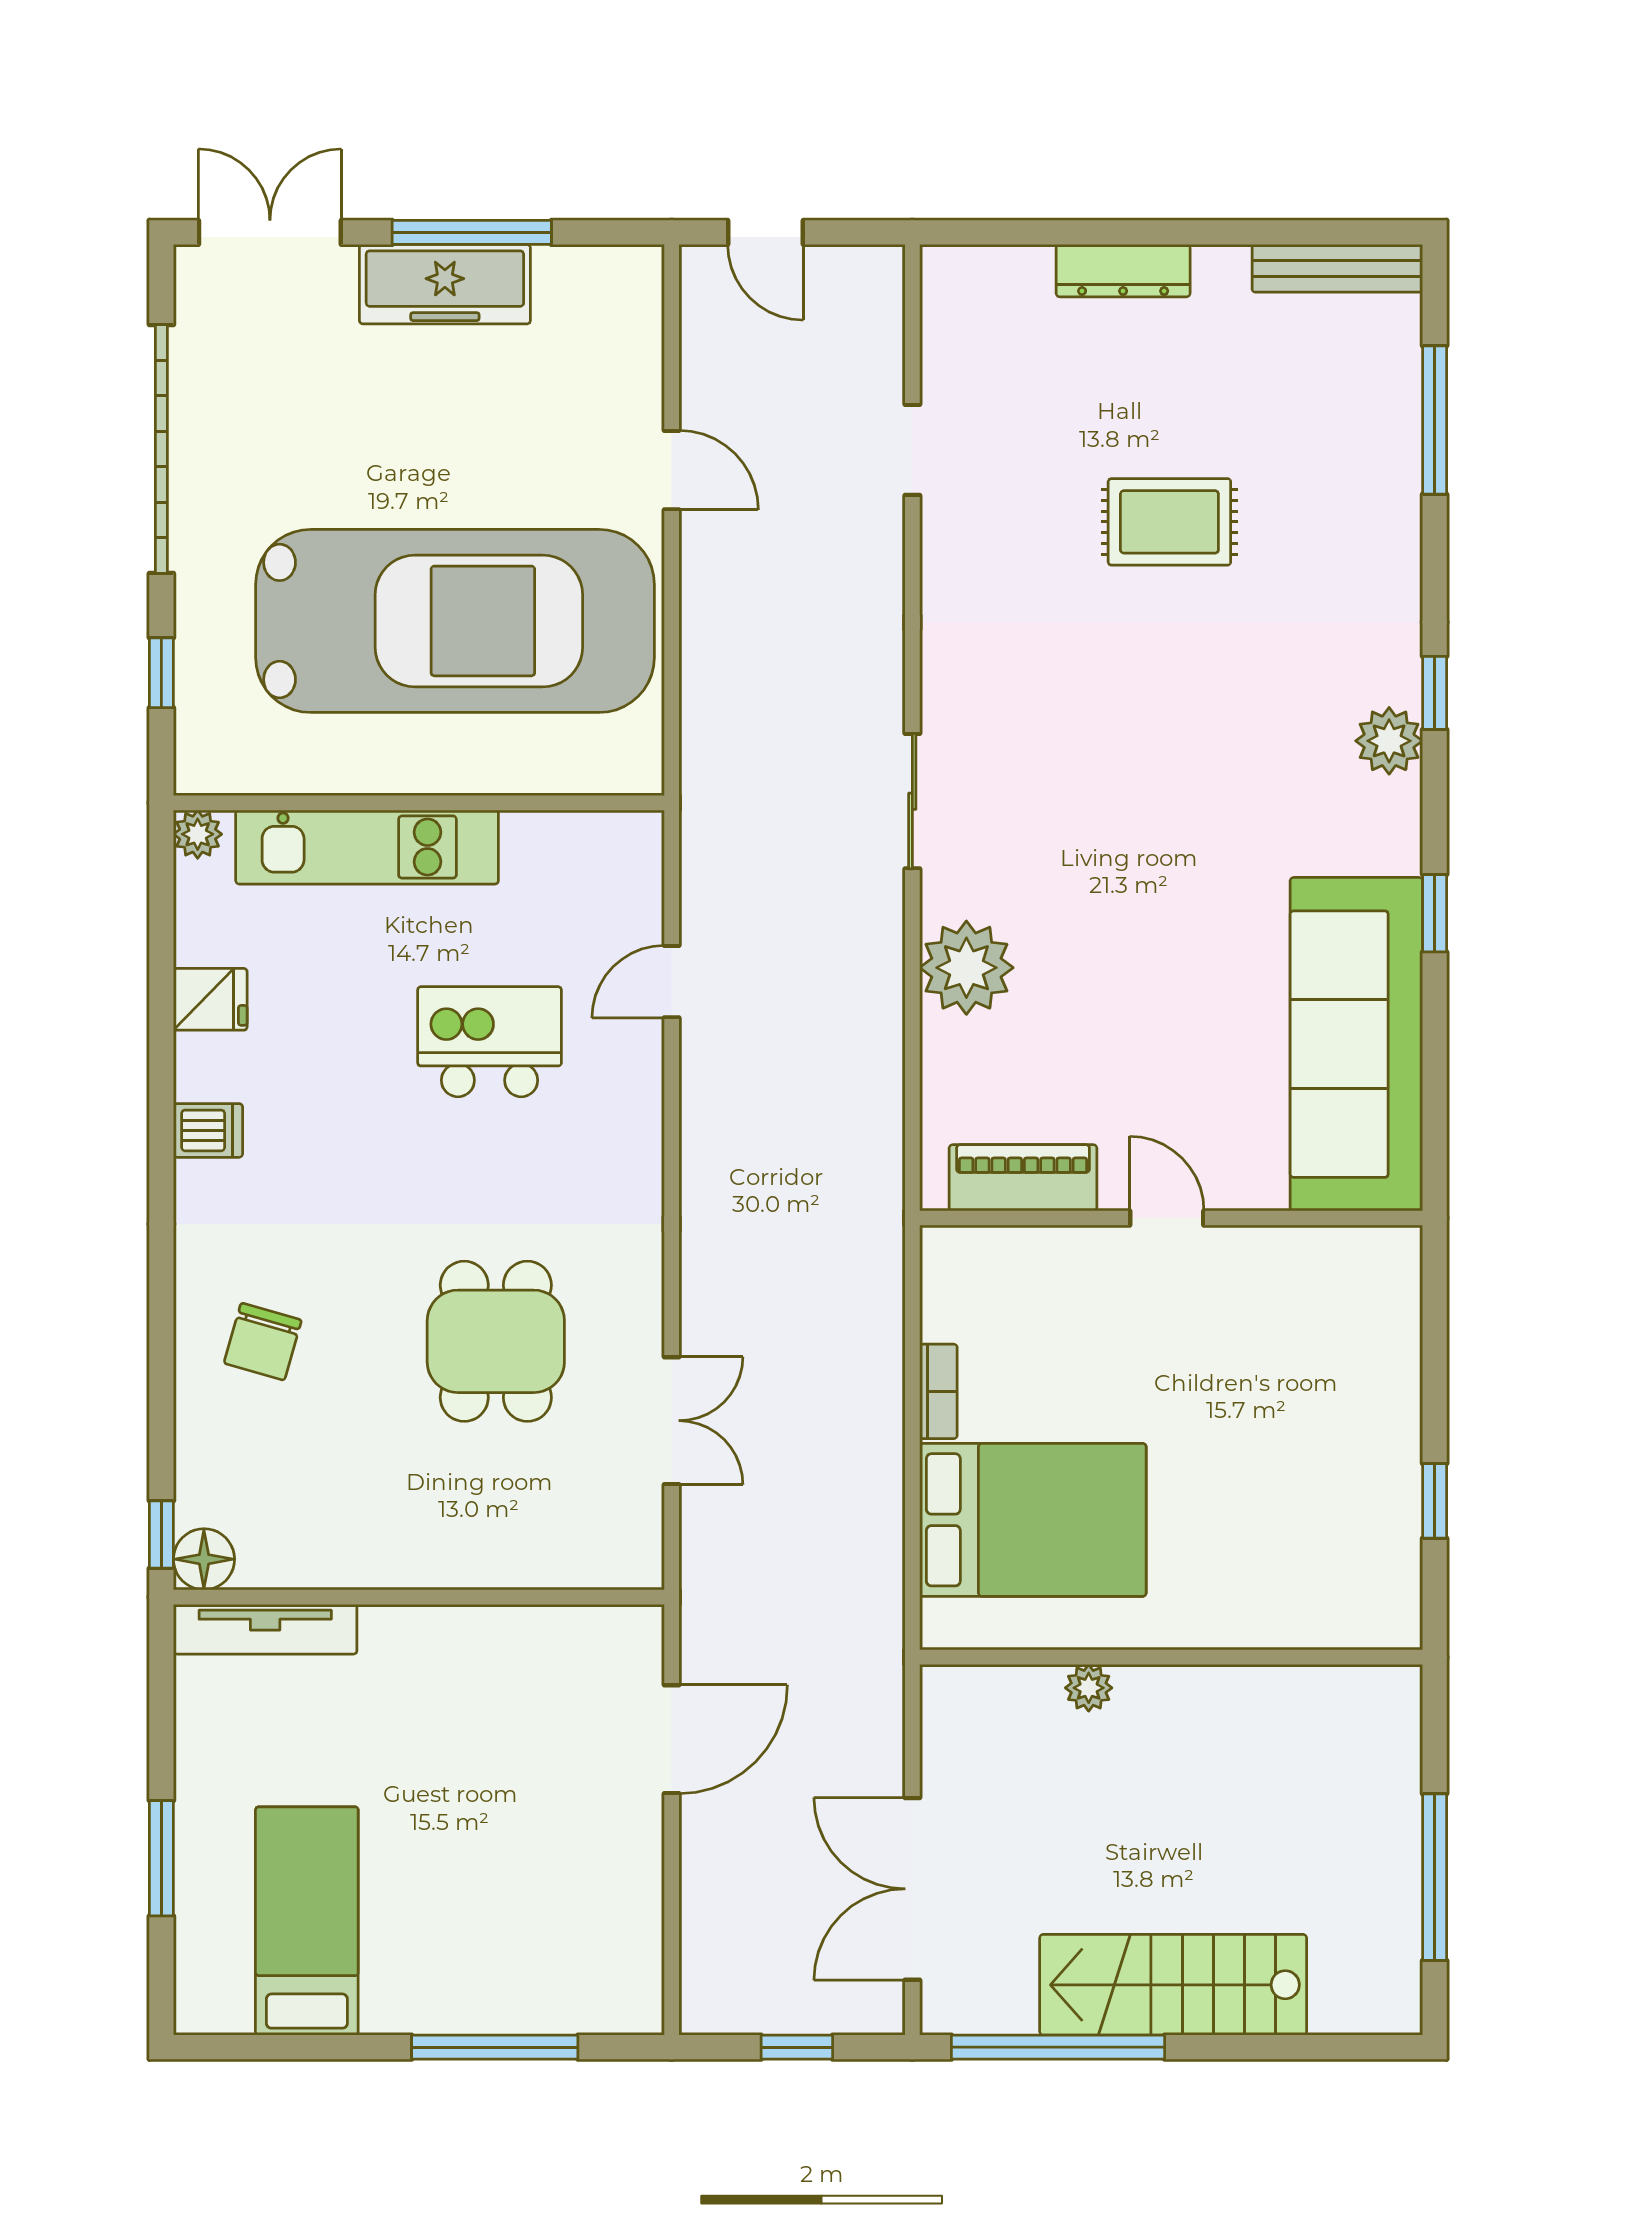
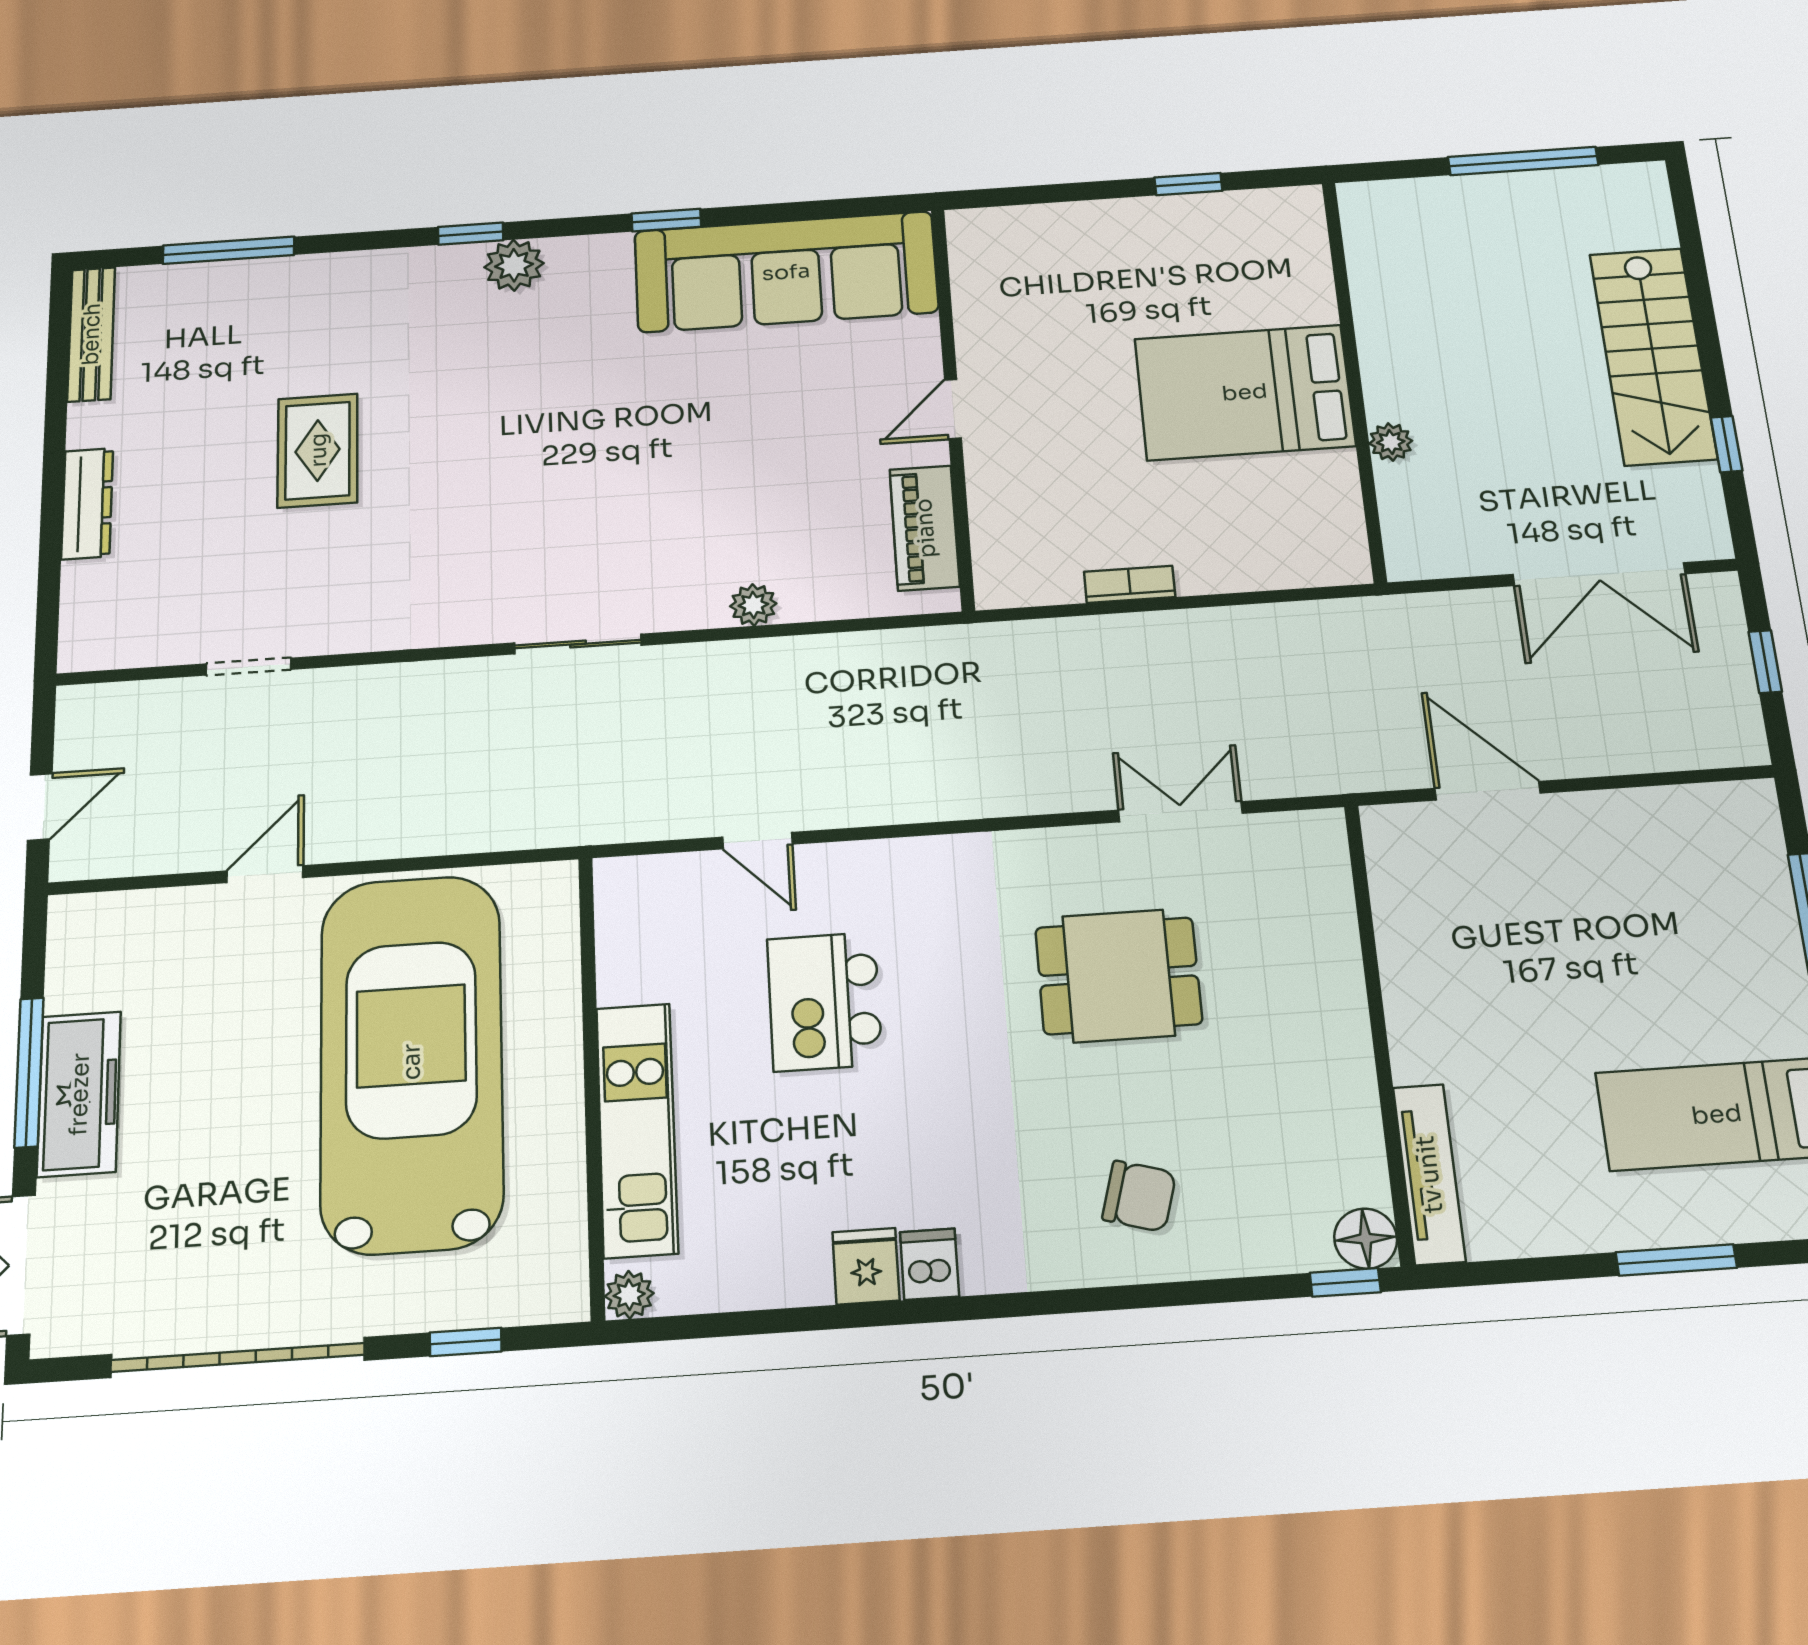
plant: (966, 968) -> (753, 605), width x0.53, depth x0.53
fridge: (210, 999) -> (866, 1266), moved
bed: (1033, 1520) -> (1245, 392), moved, turned -90
window: (1058, 2047) -> (1726, 444), width x0.32

